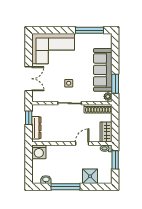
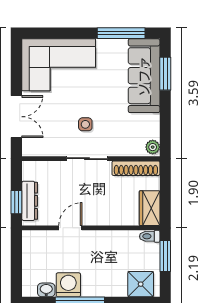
sofa: (103, 70) -> (144, 76), moved
window: (115, 84) -> (165, 74), moved
window: (29, 118) -> (16, 202), moved
door: (82, 143) -> (70, 228), moved
washing machine: (39, 152) -> (68, 285), moved, turned 180
shower: (90, 176) -> (141, 284), moved

